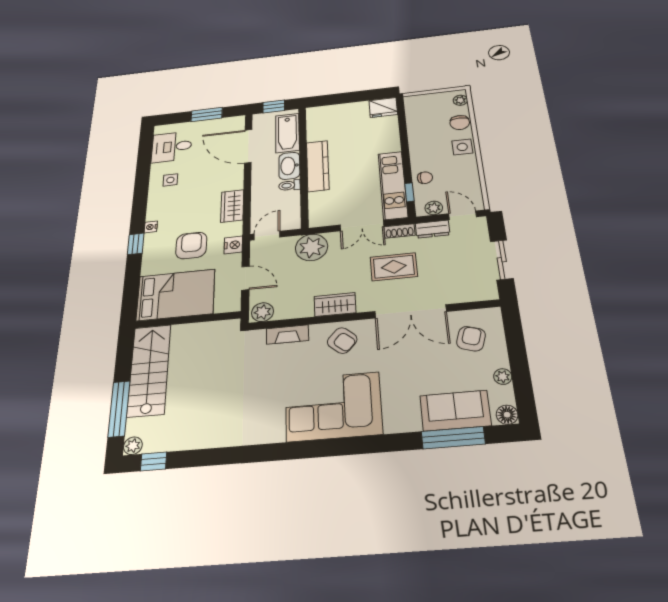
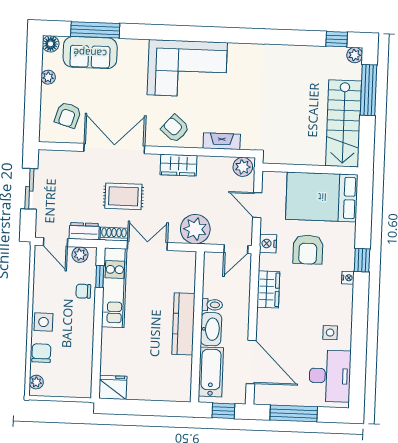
window: (207, 114) -> (294, 413), width x1.44
desk: (172, 147) -> (330, 376), width x1.37

